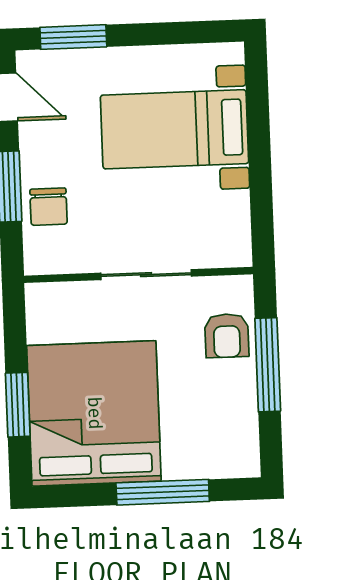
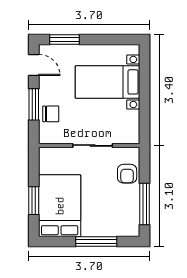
chair: (49, 207) -> (51, 114), turned -90
window: (268, 365) -> (145, 204), moved
bed: (94, 413) -> (60, 206), width x0.73

